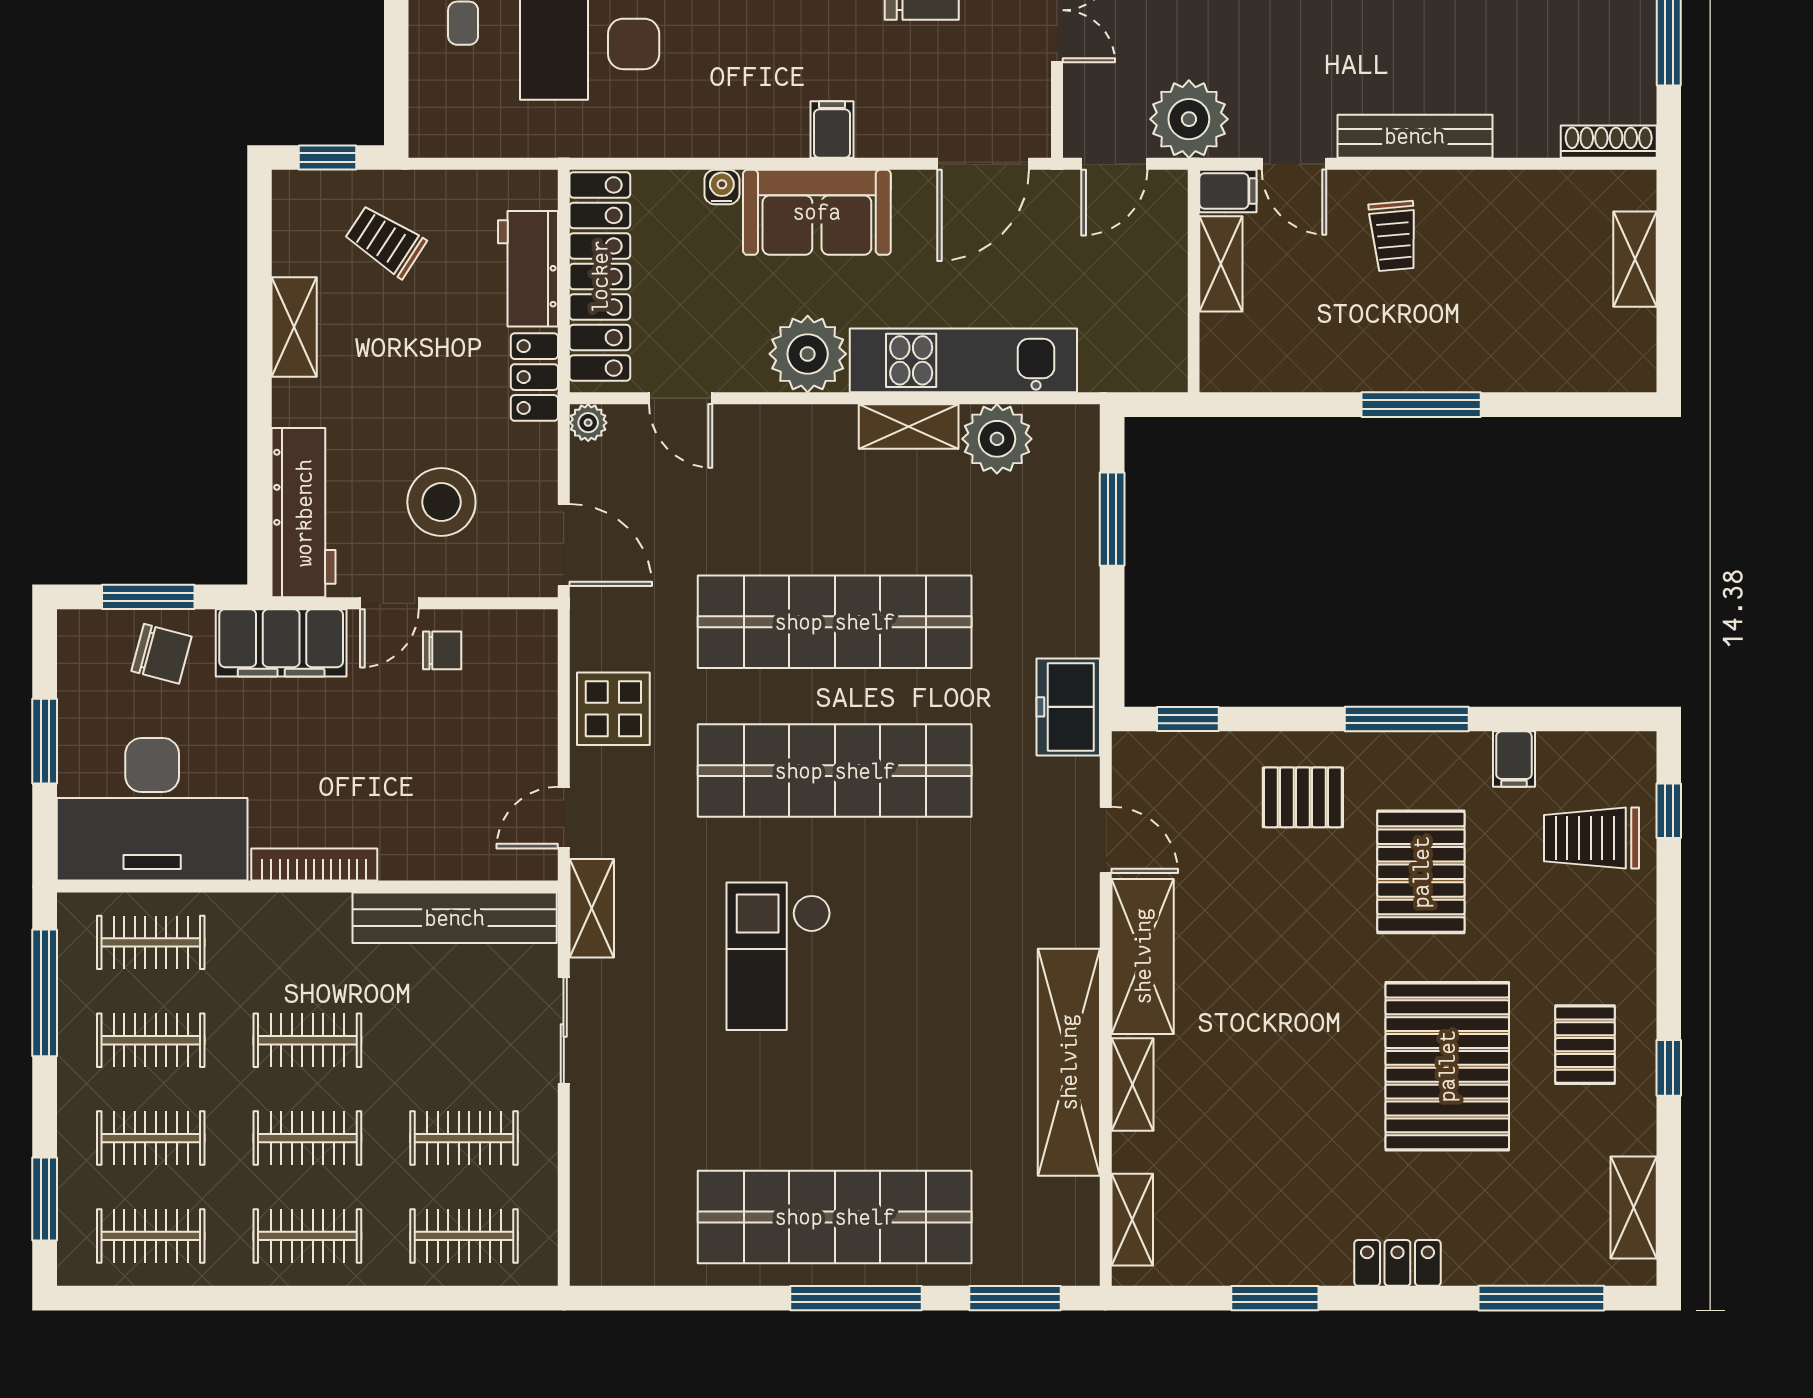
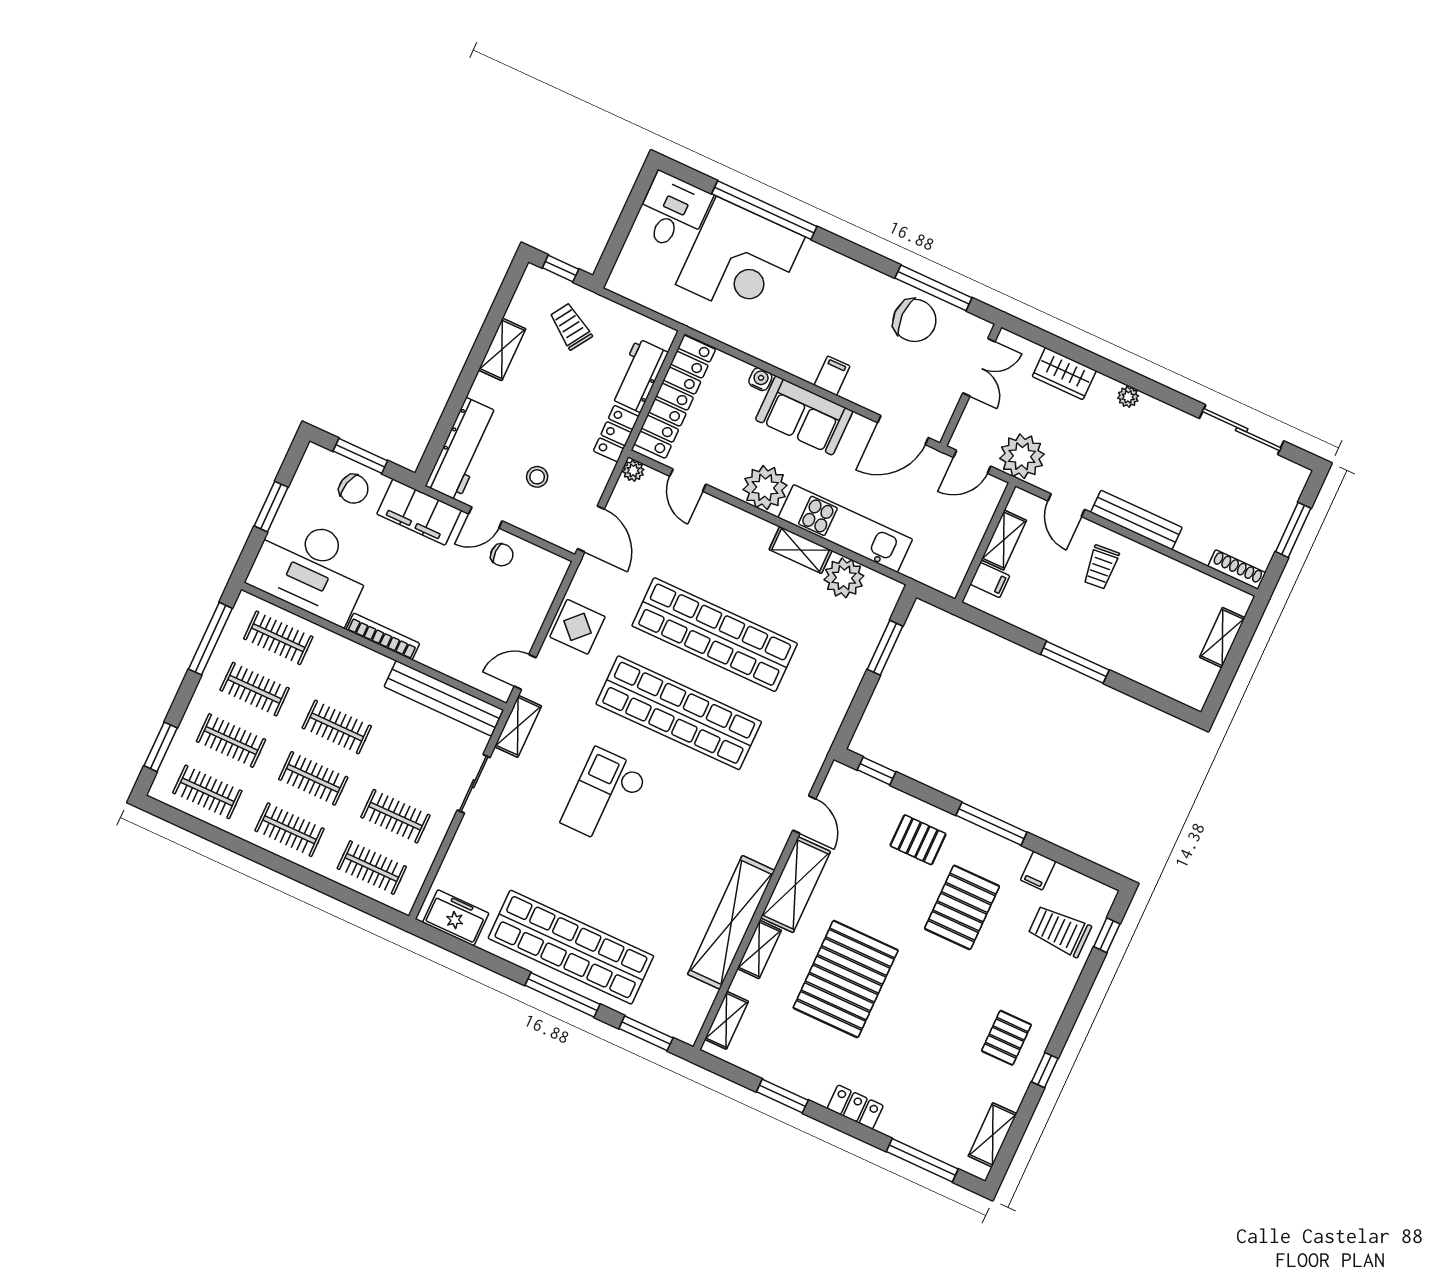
filing cabinet: (1228, 191) -> (990, 580), moved
stool: (441, 502) -> (537, 477), width x0.53, depth x0.53
freezer: (1068, 707) -> (456, 918), moved, turned 90
pallet: (1447, 1066) -> (846, 979), moved

